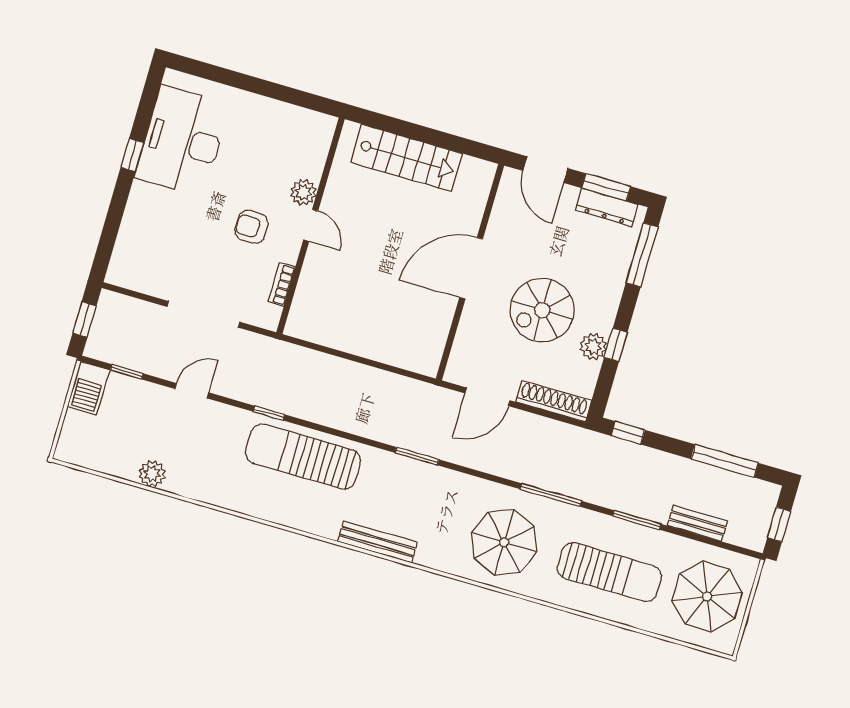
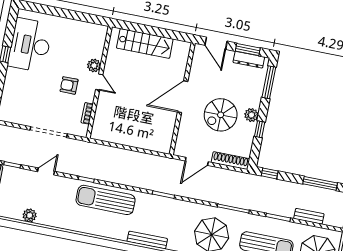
plant: (593, 347) -> (251, 115), moved

